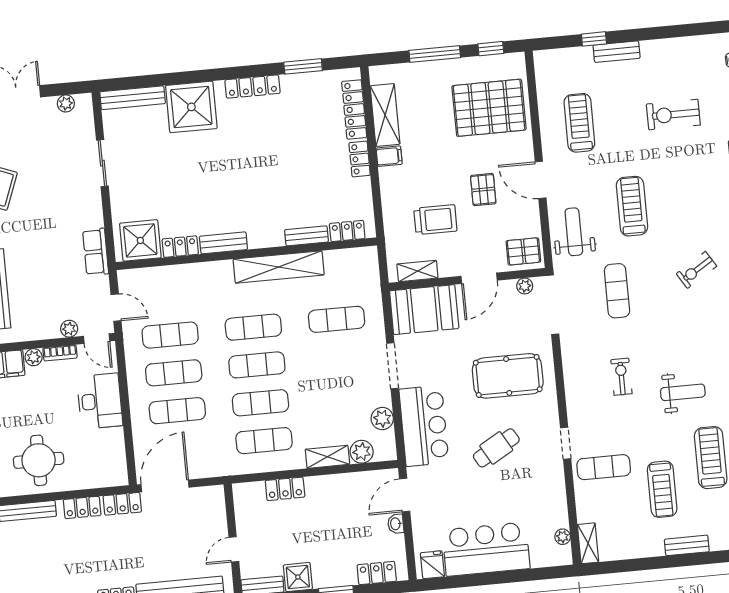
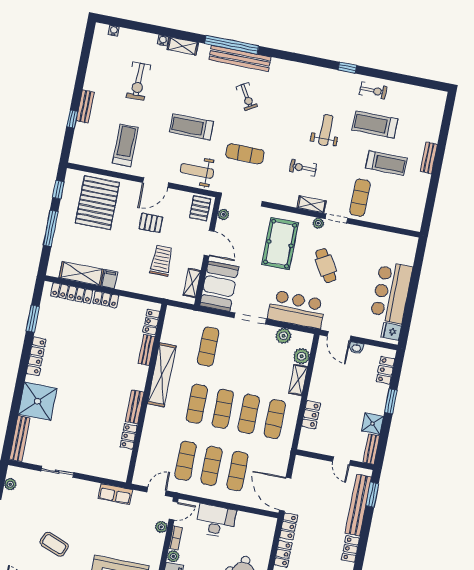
treadmill: (579, 123) -> (125, 145), turned 90
shower: (140, 240) -> (117, 462), removed
plant: (563, 537) -> (318, 223), moved
shelving: (588, 543) -> (312, 204), moved

